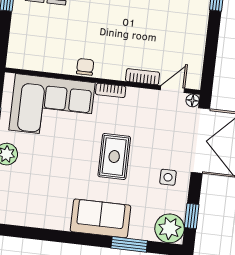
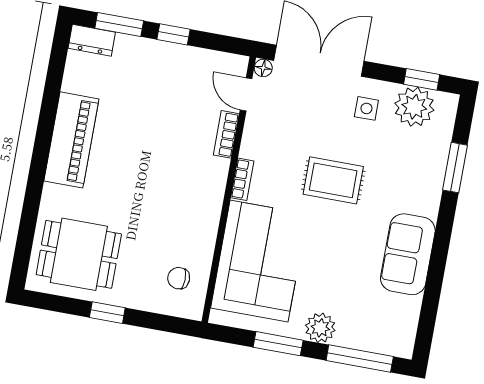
window: (213, 34) -> (174, 34), added
chair: (85, 67) -> (179, 278), moved
sofa: (100, 218) -> (408, 254), moved
plant: (170, 228) -> (414, 107), moved

